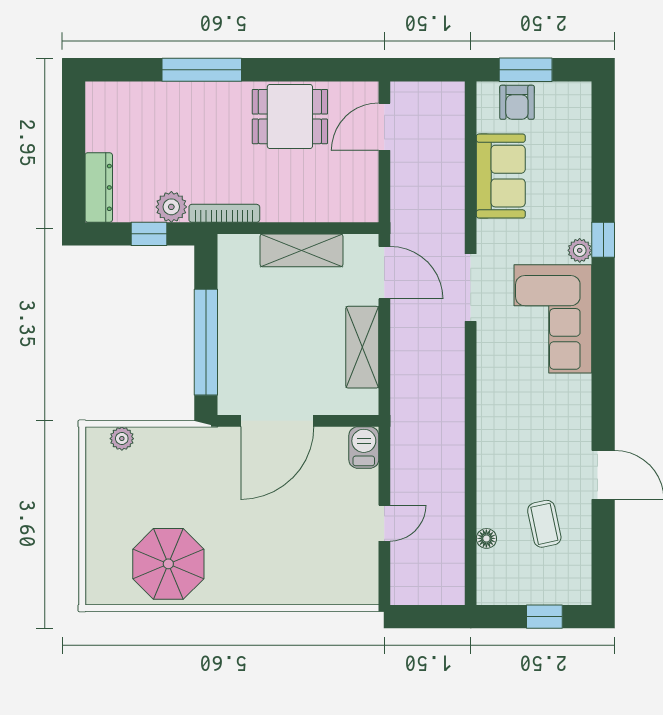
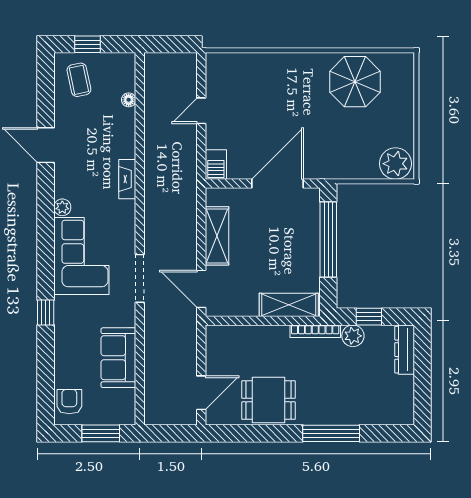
armchair: (517, 102) -> (69, 402), moved
shelving: (301, 250) -> (289, 305), moved
plant: (580, 250) -> (62, 207), moved
fireplace: (488, 427) -> (127, 179), added
plant: (122, 439) -> (396, 164), width x1.87, depth x1.87
coffee table: (544, 524) -> (79, 80), moved

